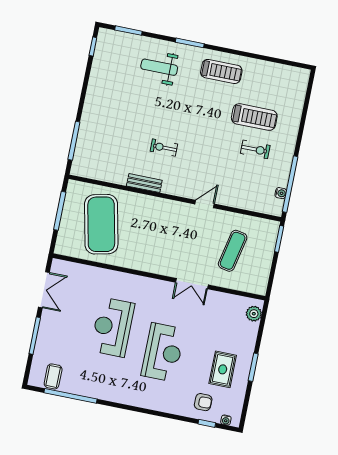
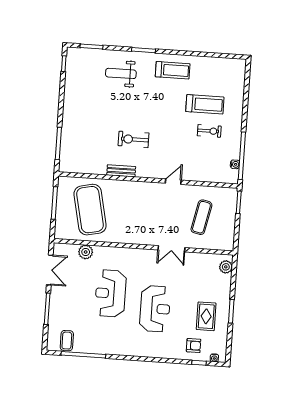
exercise bike: (164, 148) -> (133, 139), width x1.38, depth x1.39
plant: (89, 274) -> (86, 252), added

